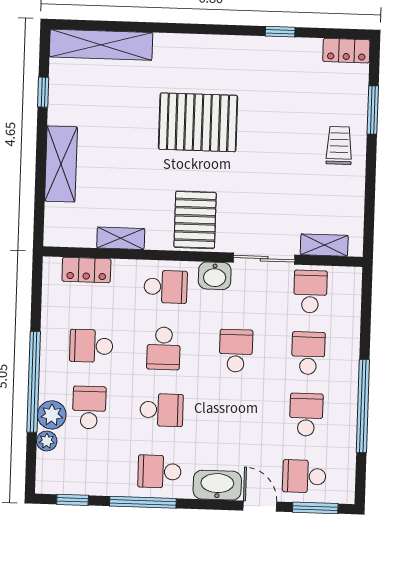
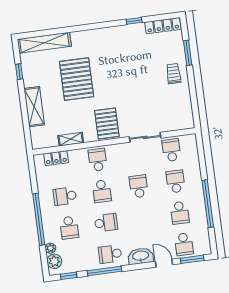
locker: (346, 51) -> (163, 26), width x1.53
pallet: (198, 122) -> (77, 79), moved, turned 90
shelving: (324, 245) -> (174, 125), removed
washbasin: (215, 276) -> (122, 150), removed
school desk: (166, 287) -> (98, 160), turned -90
school desk: (89, 407) -> (69, 228), turned 180
plant: (52, 415) -> (54, 261), moved
school desk: (306, 415) -> (180, 213), turned 180
school desk: (304, 476) -> (184, 244), turned -90

